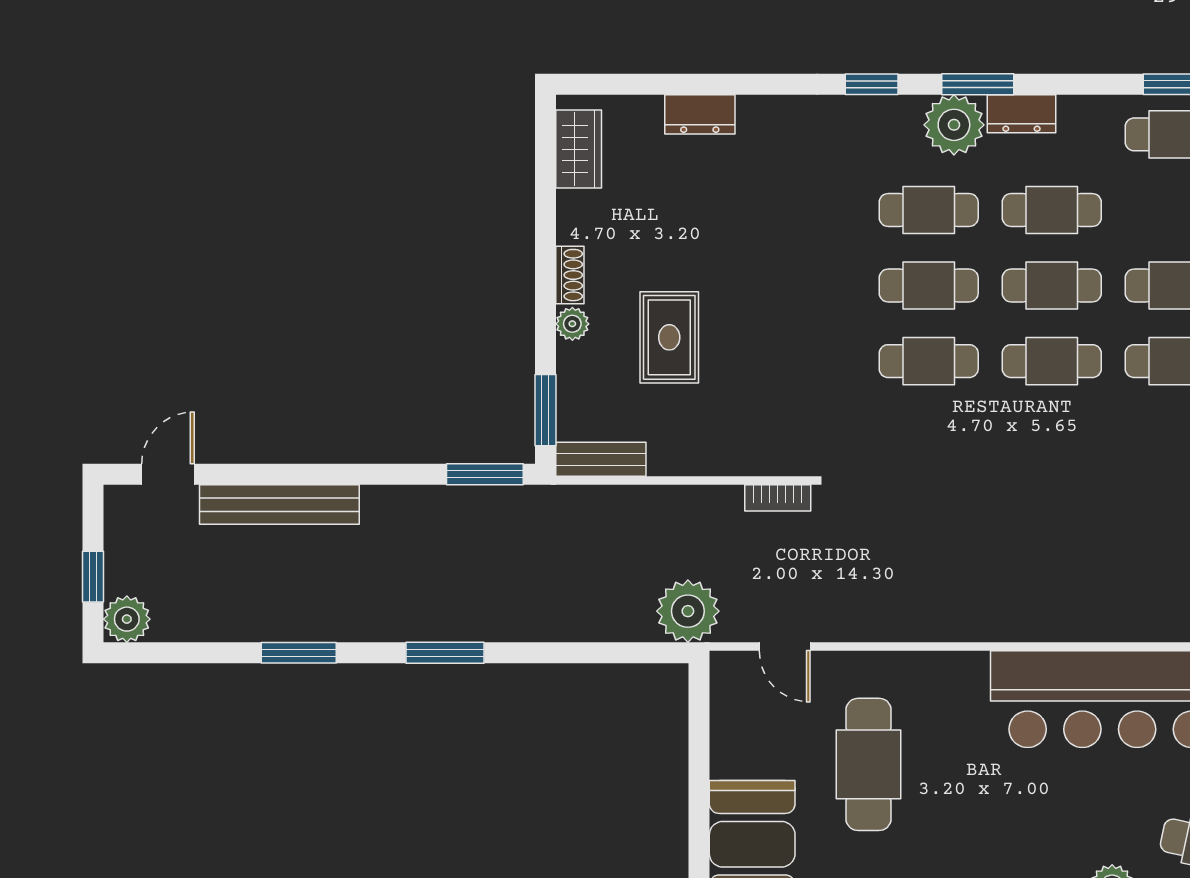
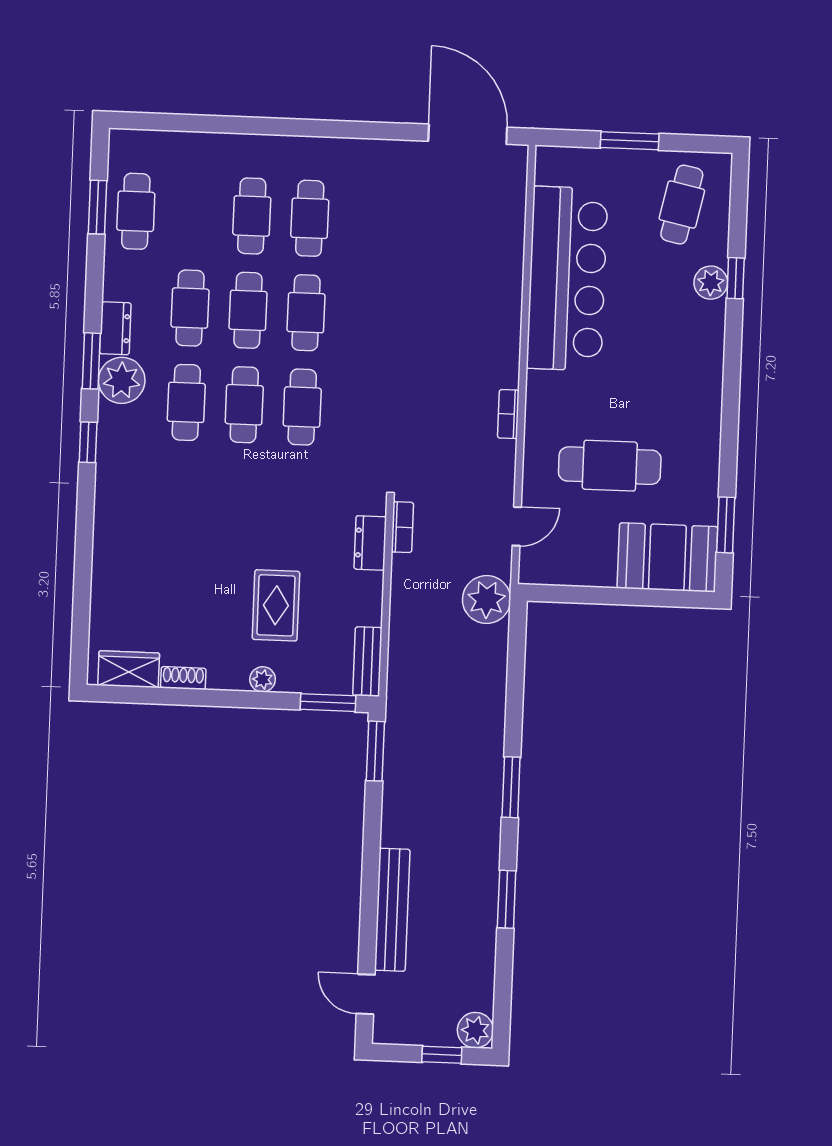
dresser: (700, 114) -> (370, 543), moved, turned 180
shoe rack: (570, 275) -> (183, 678), moved
rug: (669, 337) -> (276, 605), turned 90
bookcase: (930, 630) -> (508, 414), added

